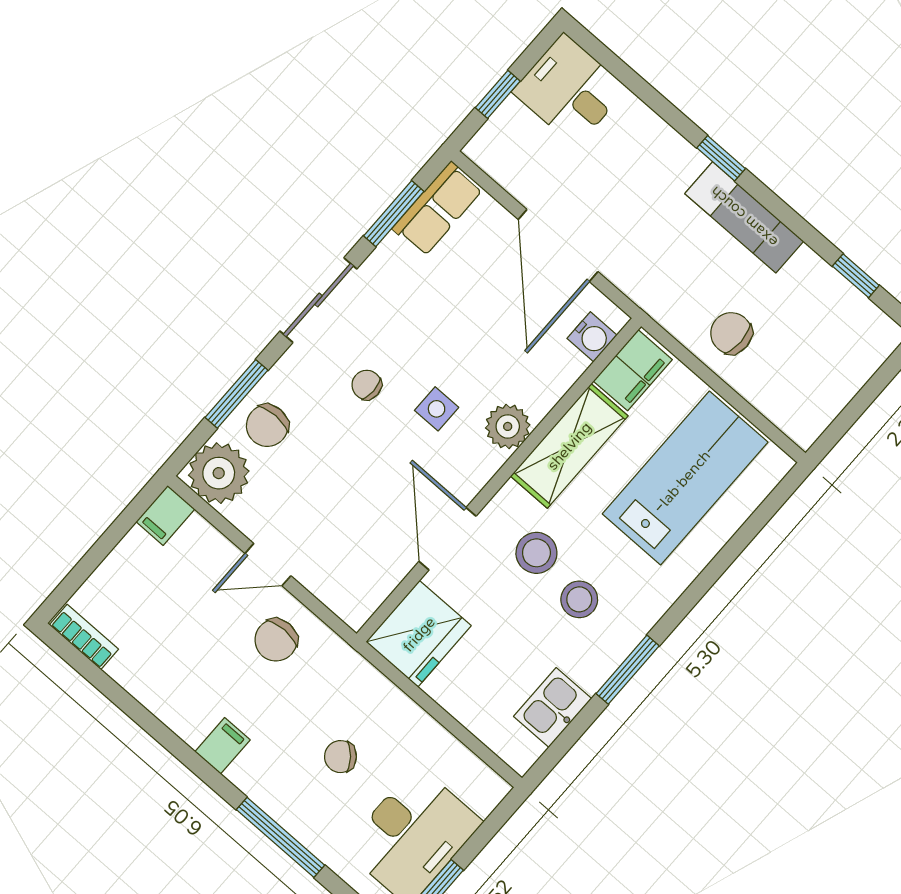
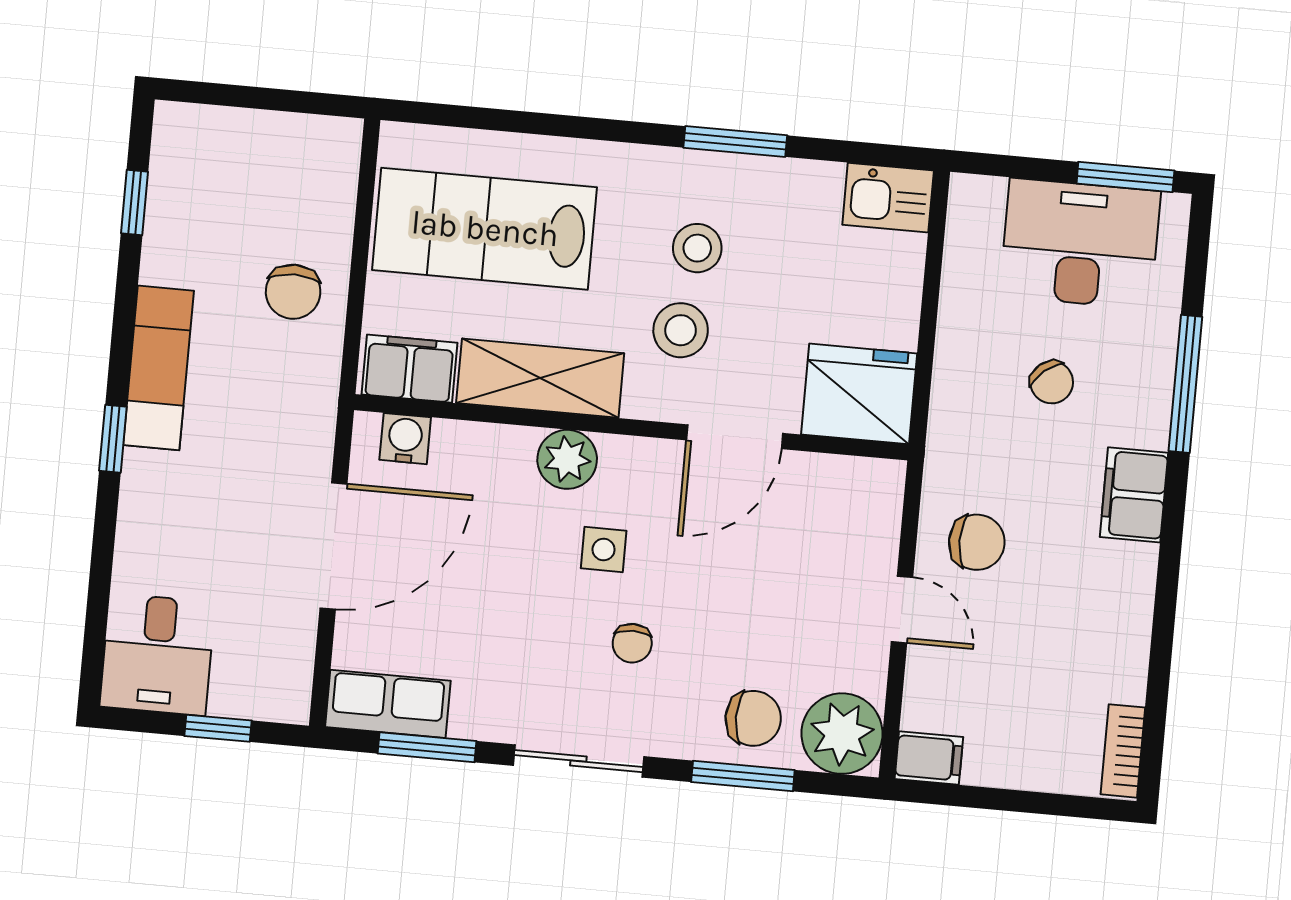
kitchen sink: (553, 707) -> (888, 198), moved
filing cabinet: (222, 746) -> (1134, 495), width x2.00

